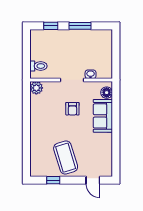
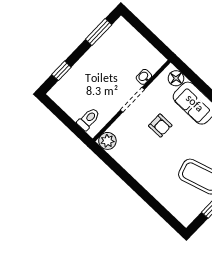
window: (80, 26) -> (99, 32), moved

